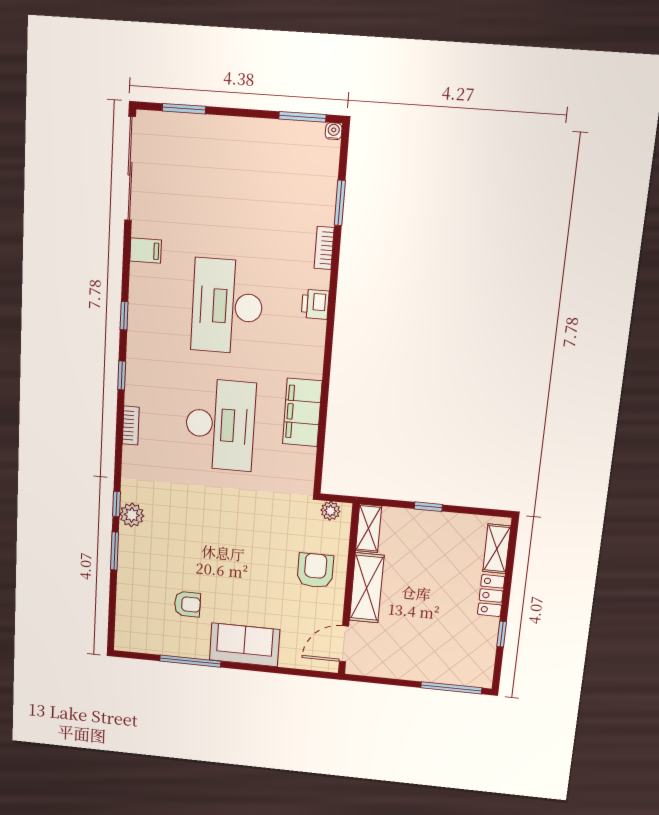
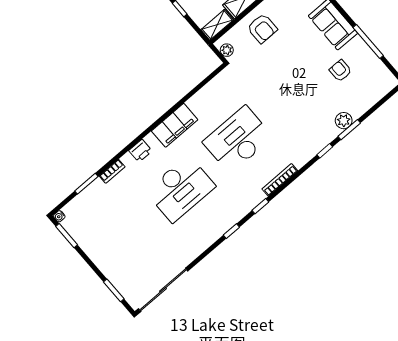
filing cabinet: (146, 250) -> (192, 249), removed
filing cabinet: (302, 412) -> (175, 125), moved
bookcase: (131, 425) -> (280, 180), width x1.56
plant: (132, 515) -> (344, 121), moved
armchair: (315, 570) -> (262, 28), turned -90

